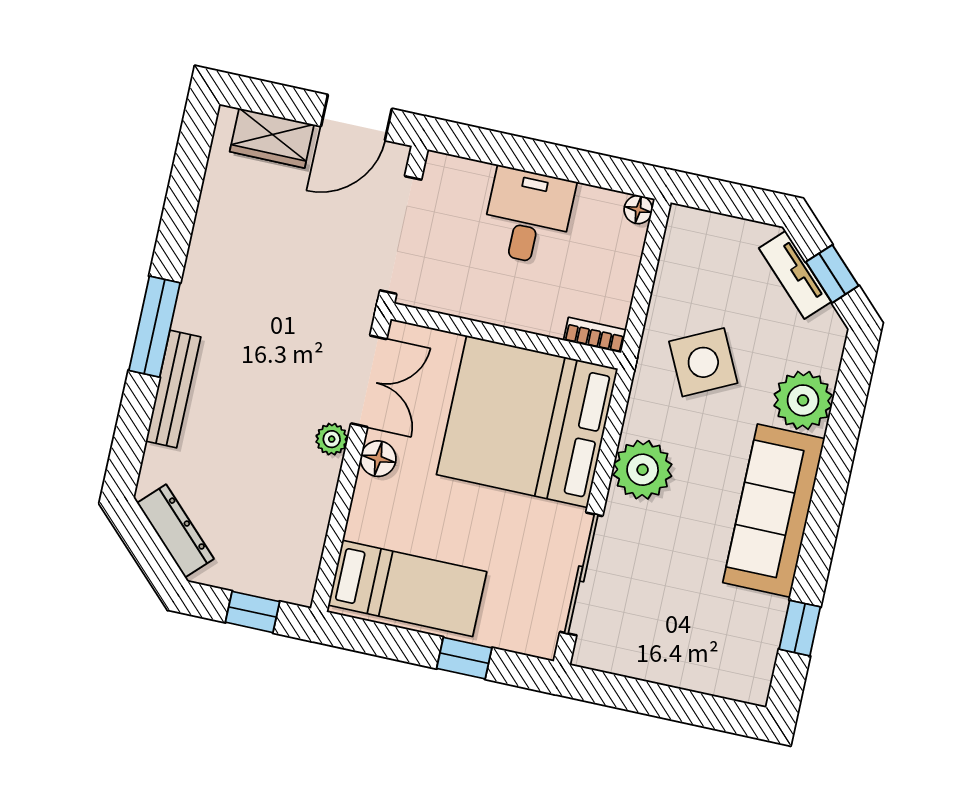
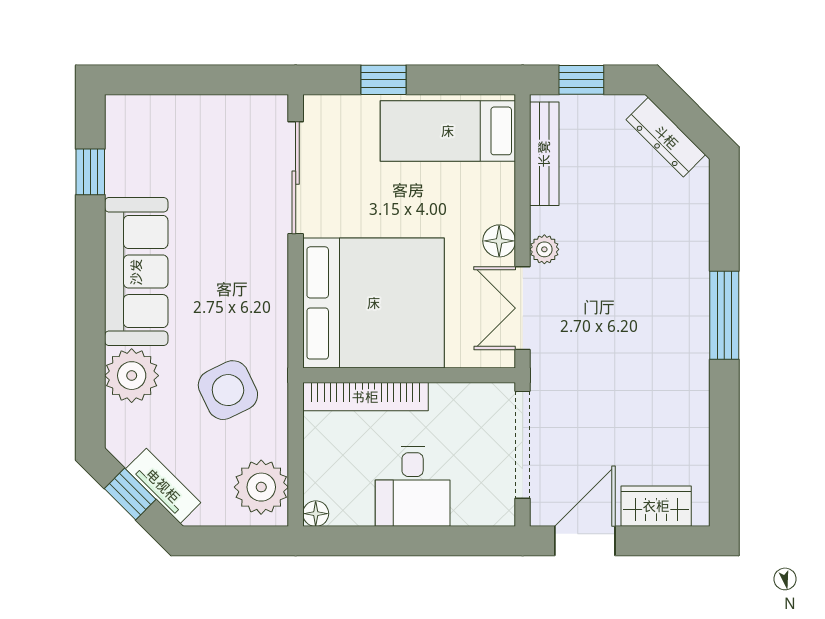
bookcase: (595, 335) -> (365, 397), width x2.31, depth x1.31
bench: (173, 389) -> (544, 154), moved
plant: (643, 470) -> (261, 487), moved

